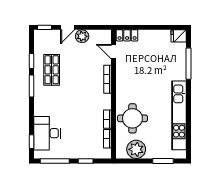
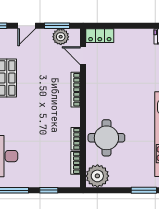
window: (92, 27) -> (57, 26), added
plant: (82, 36) -> (61, 37), moved
plant: (136, 149) -> (97, 176), moved

